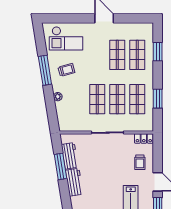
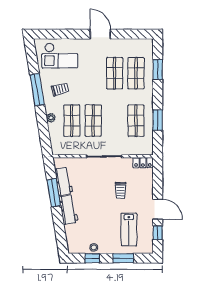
shop shelf: (117, 99) -> (72, 121), moved
trolley: (140, 162) -> (121, 190), moved

